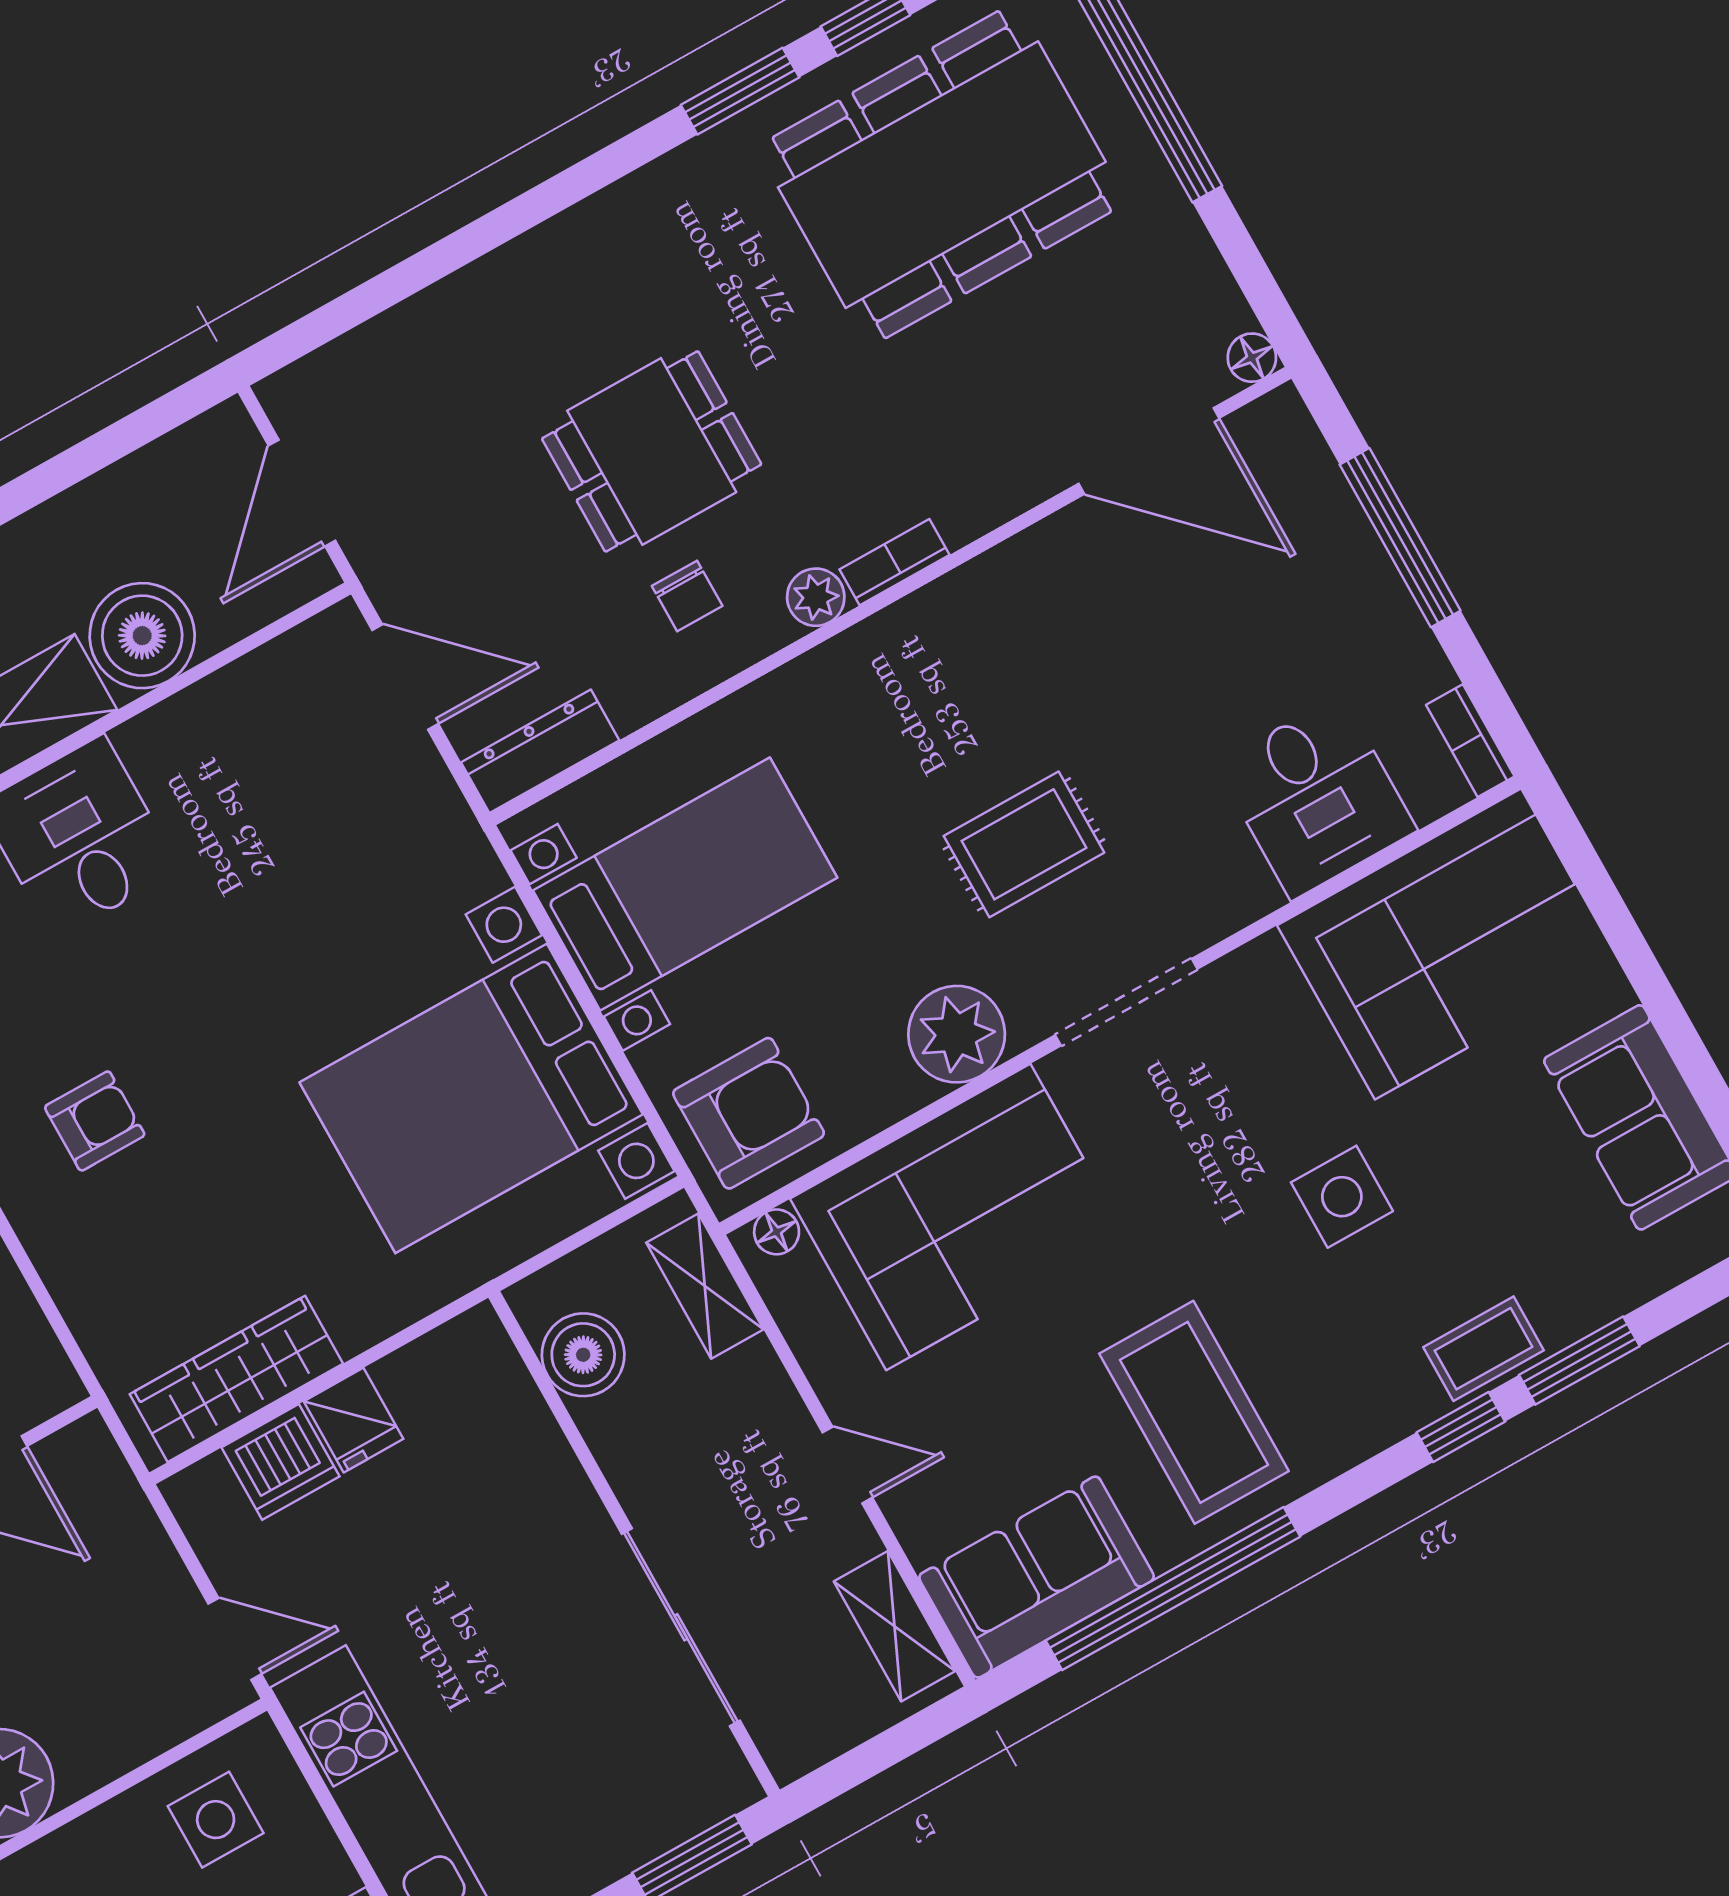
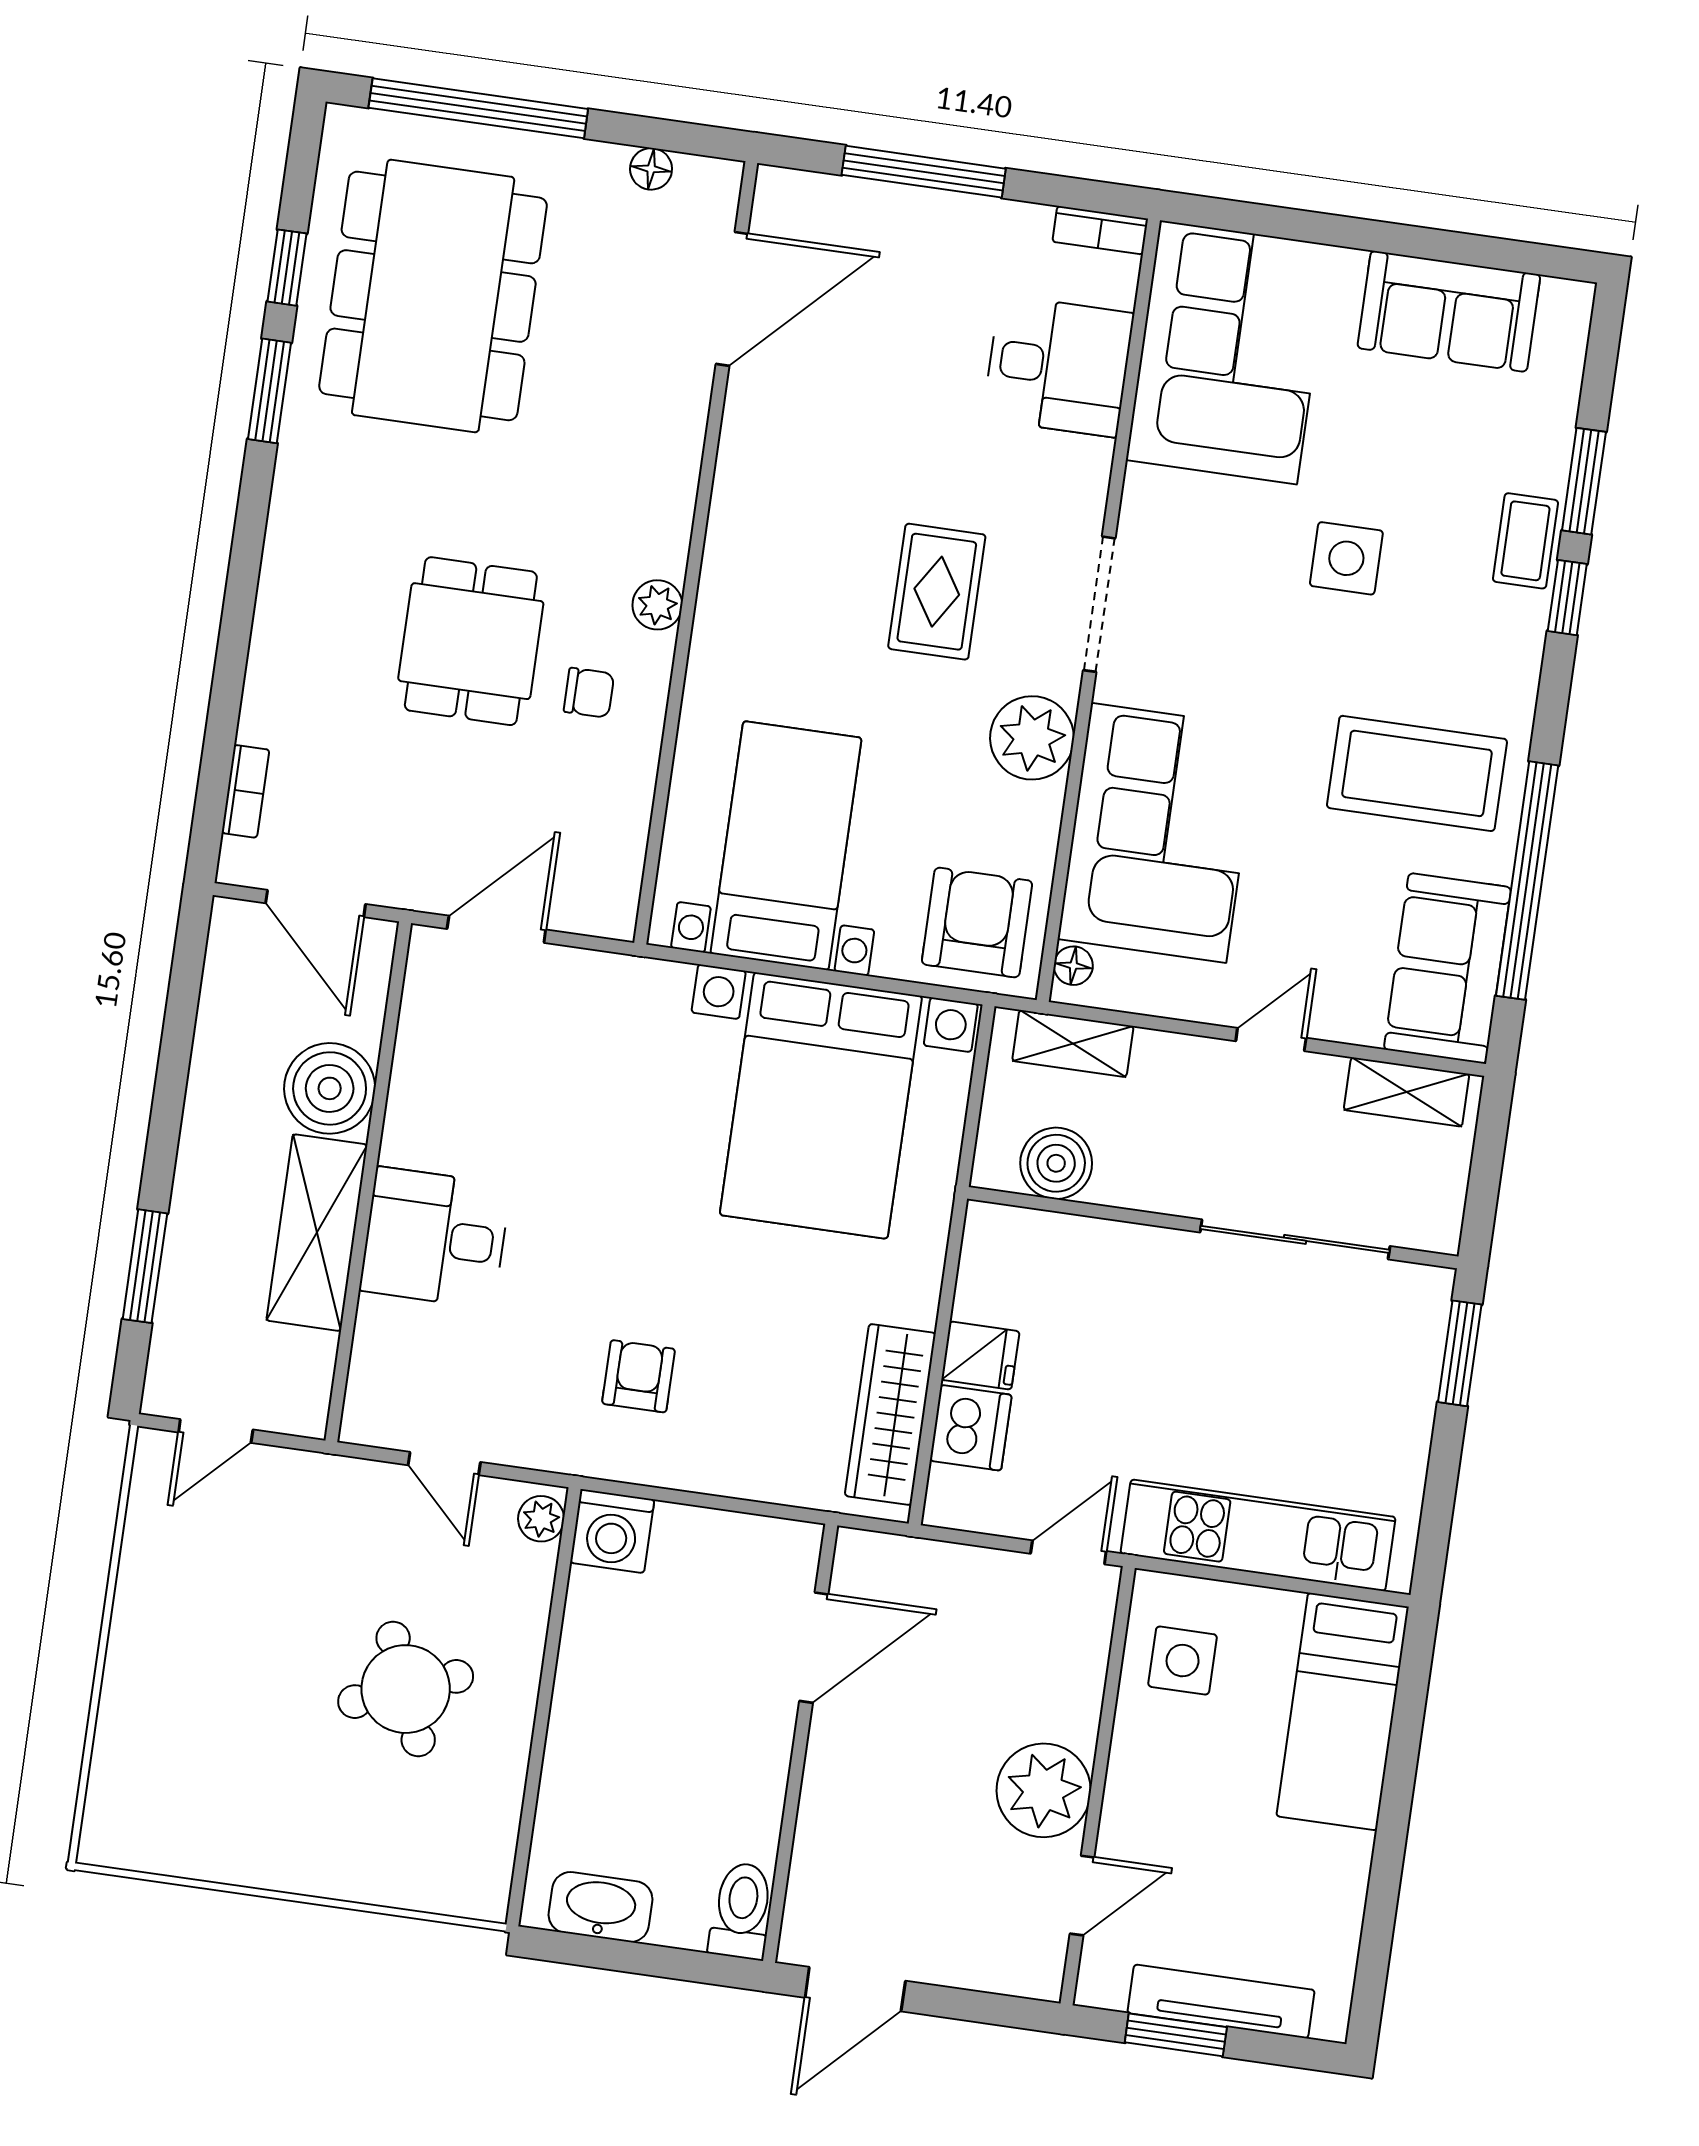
floor lamp: (1252, 358) -> (651, 169), moved
bookcase: (894, 562) -> (245, 791), moved, turned 180
dresser: (540, 751) -> (618, 876), removed

